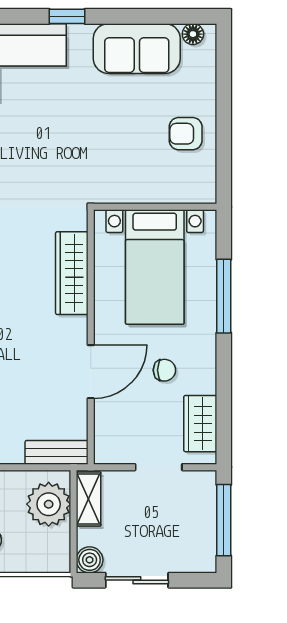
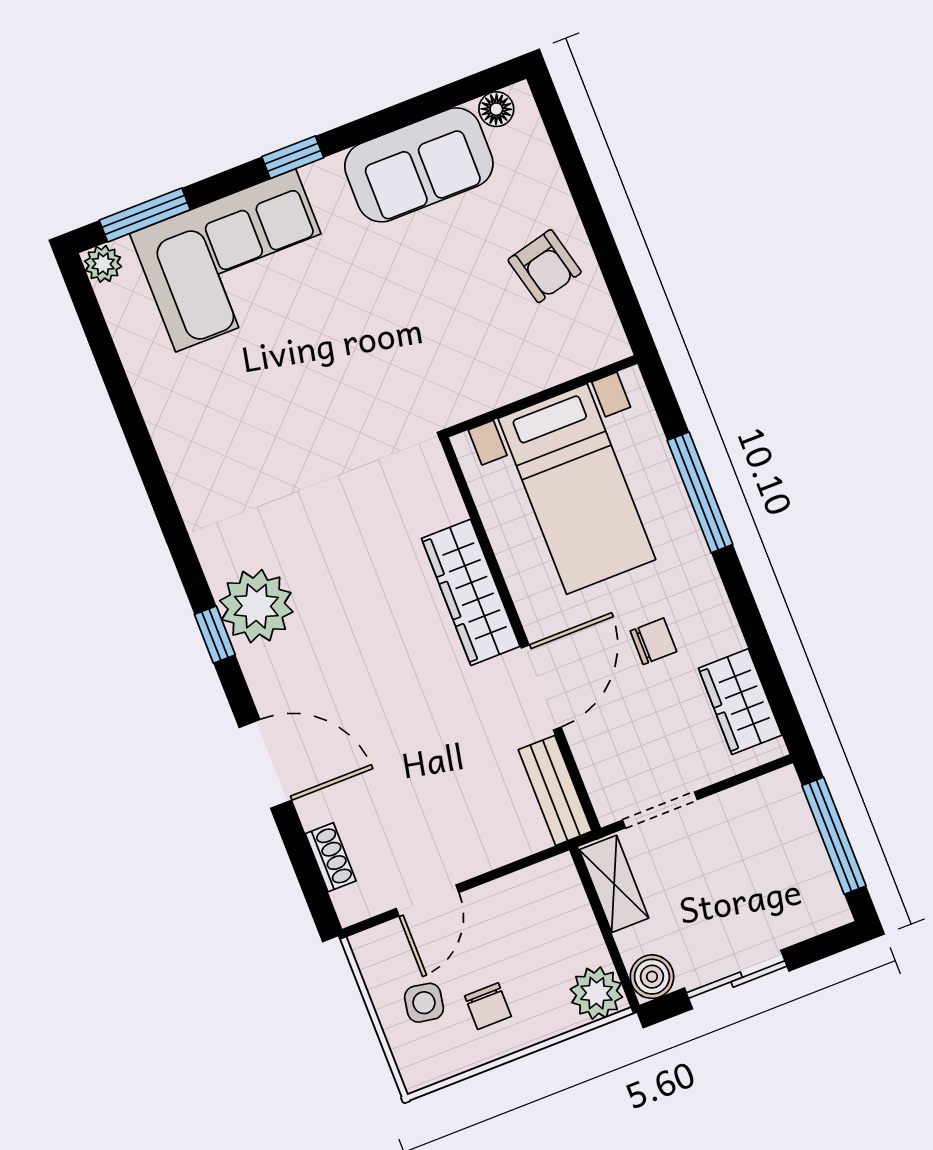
armchair: (186, 134) -> (545, 266), turned -104
wardrobe: (72, 273) -> (471, 592), moved
bench: (56, 452) -> (555, 790), moved, turned 90
doorway: (159, 467) -> (660, 810), moved
plant: (49, 504) -> (596, 993), moved, width x0.73, depth x0.73

